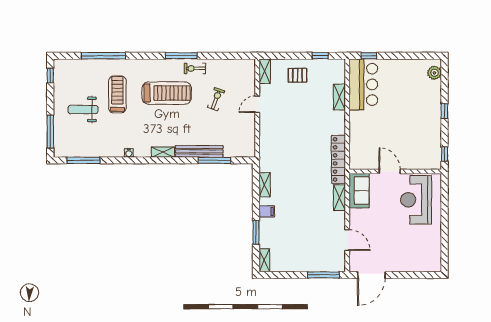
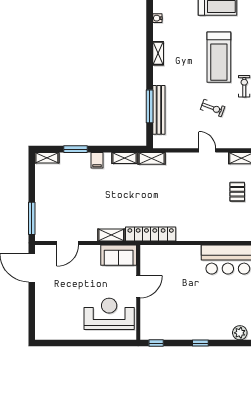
shelving: (339, 97) -> (152, 158), moved
bench: (199, 151) -> (159, 110), moved

